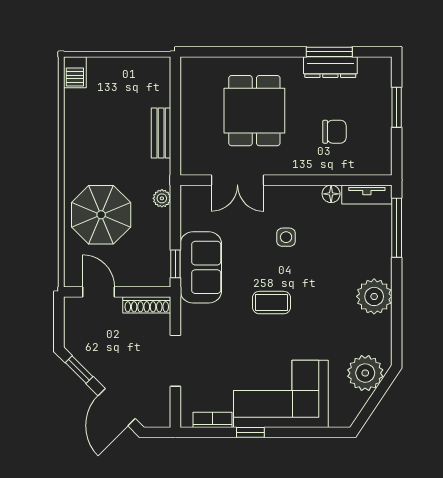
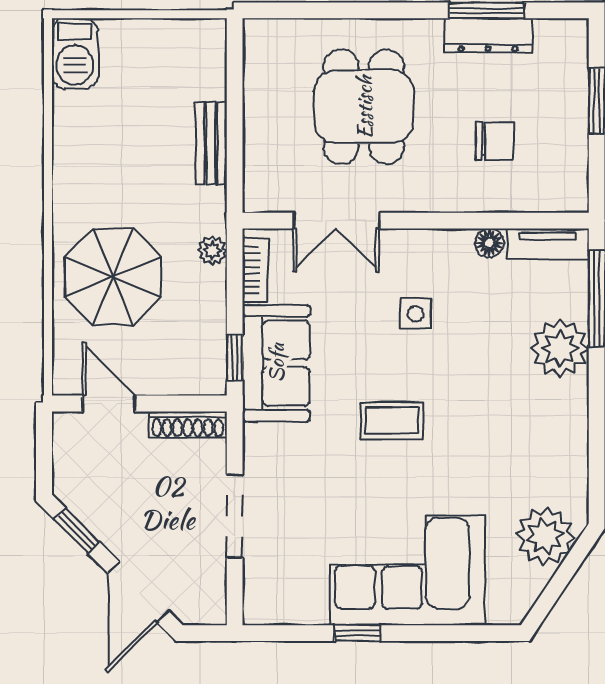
barbecue: (75, 72) -> (75, 54), width x1.38, depth x1.27
plant: (374, 296) -> (560, 348), moved
bookcase: (212, 420) -> (255, 270), moved, turned 90

